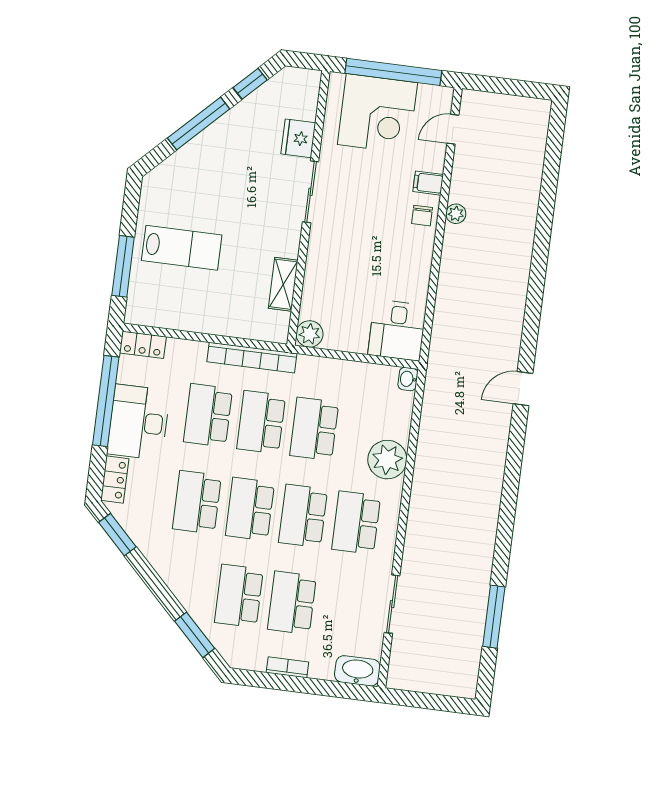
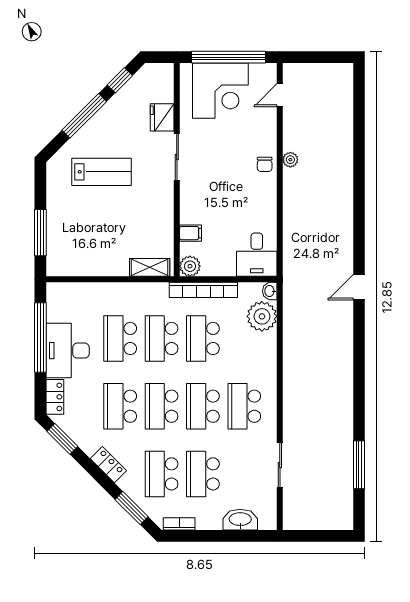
filing cabinet: (428, 183) -> (191, 233), moved, turned 180
lab bench: (182, 248) -> (102, 172), moved
shelving: (283, 284) -> (150, 267), moved, turned 90
locker: (143, 345) -> (108, 465), moved, turned -135
bookcase: (252, 358) -> (203, 290), moved
plant: (387, 460) -> (262, 316), moved
bookcase: (287, 667) -> (179, 524), moved
washbasin: (357, 671) -> (240, 520), moved

